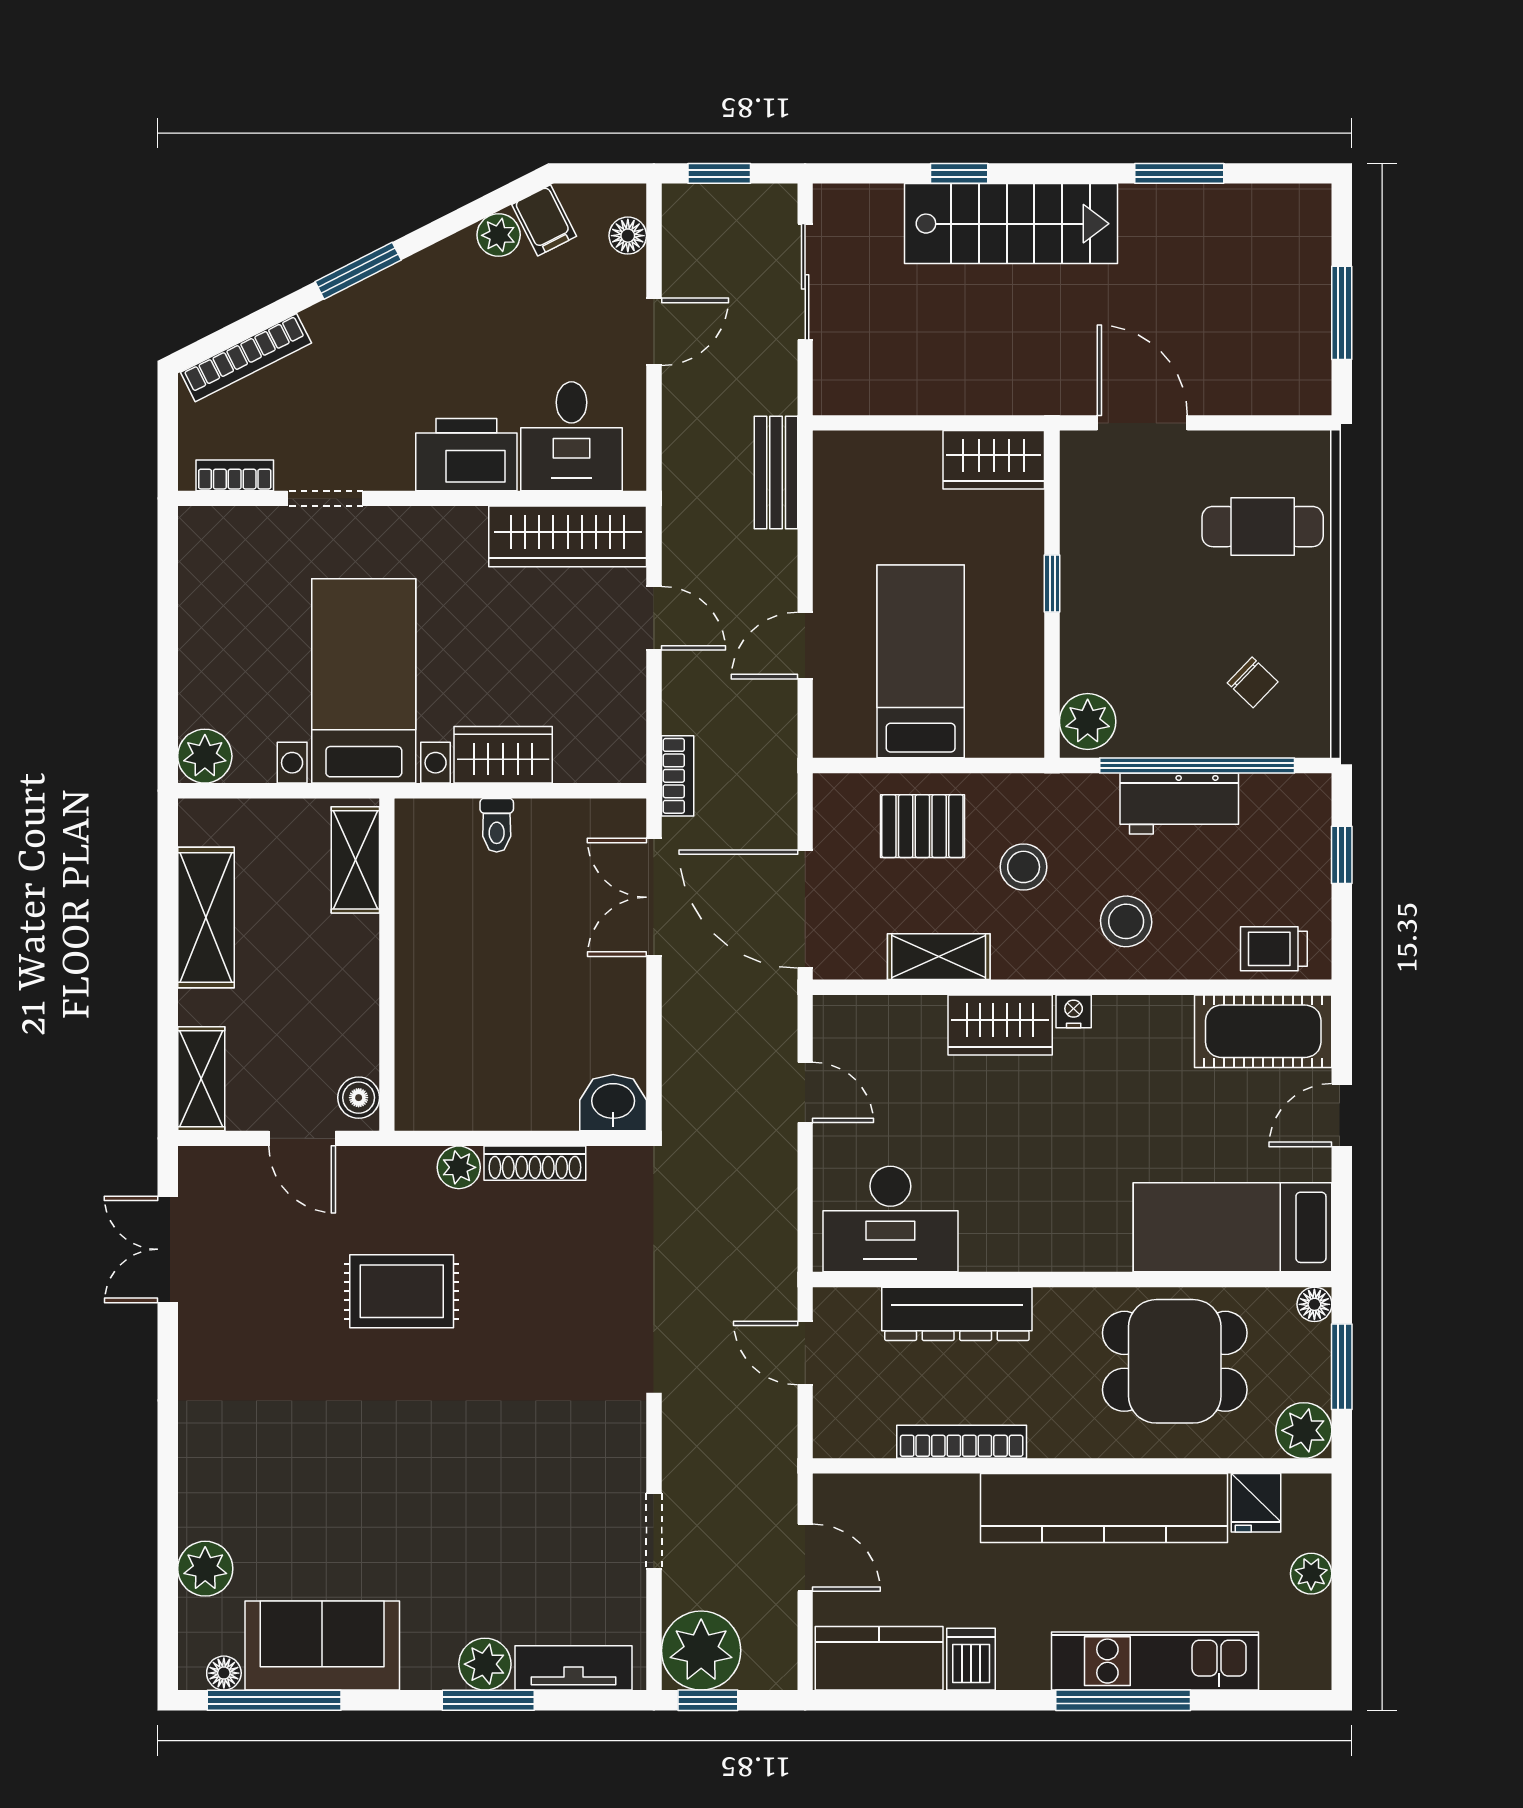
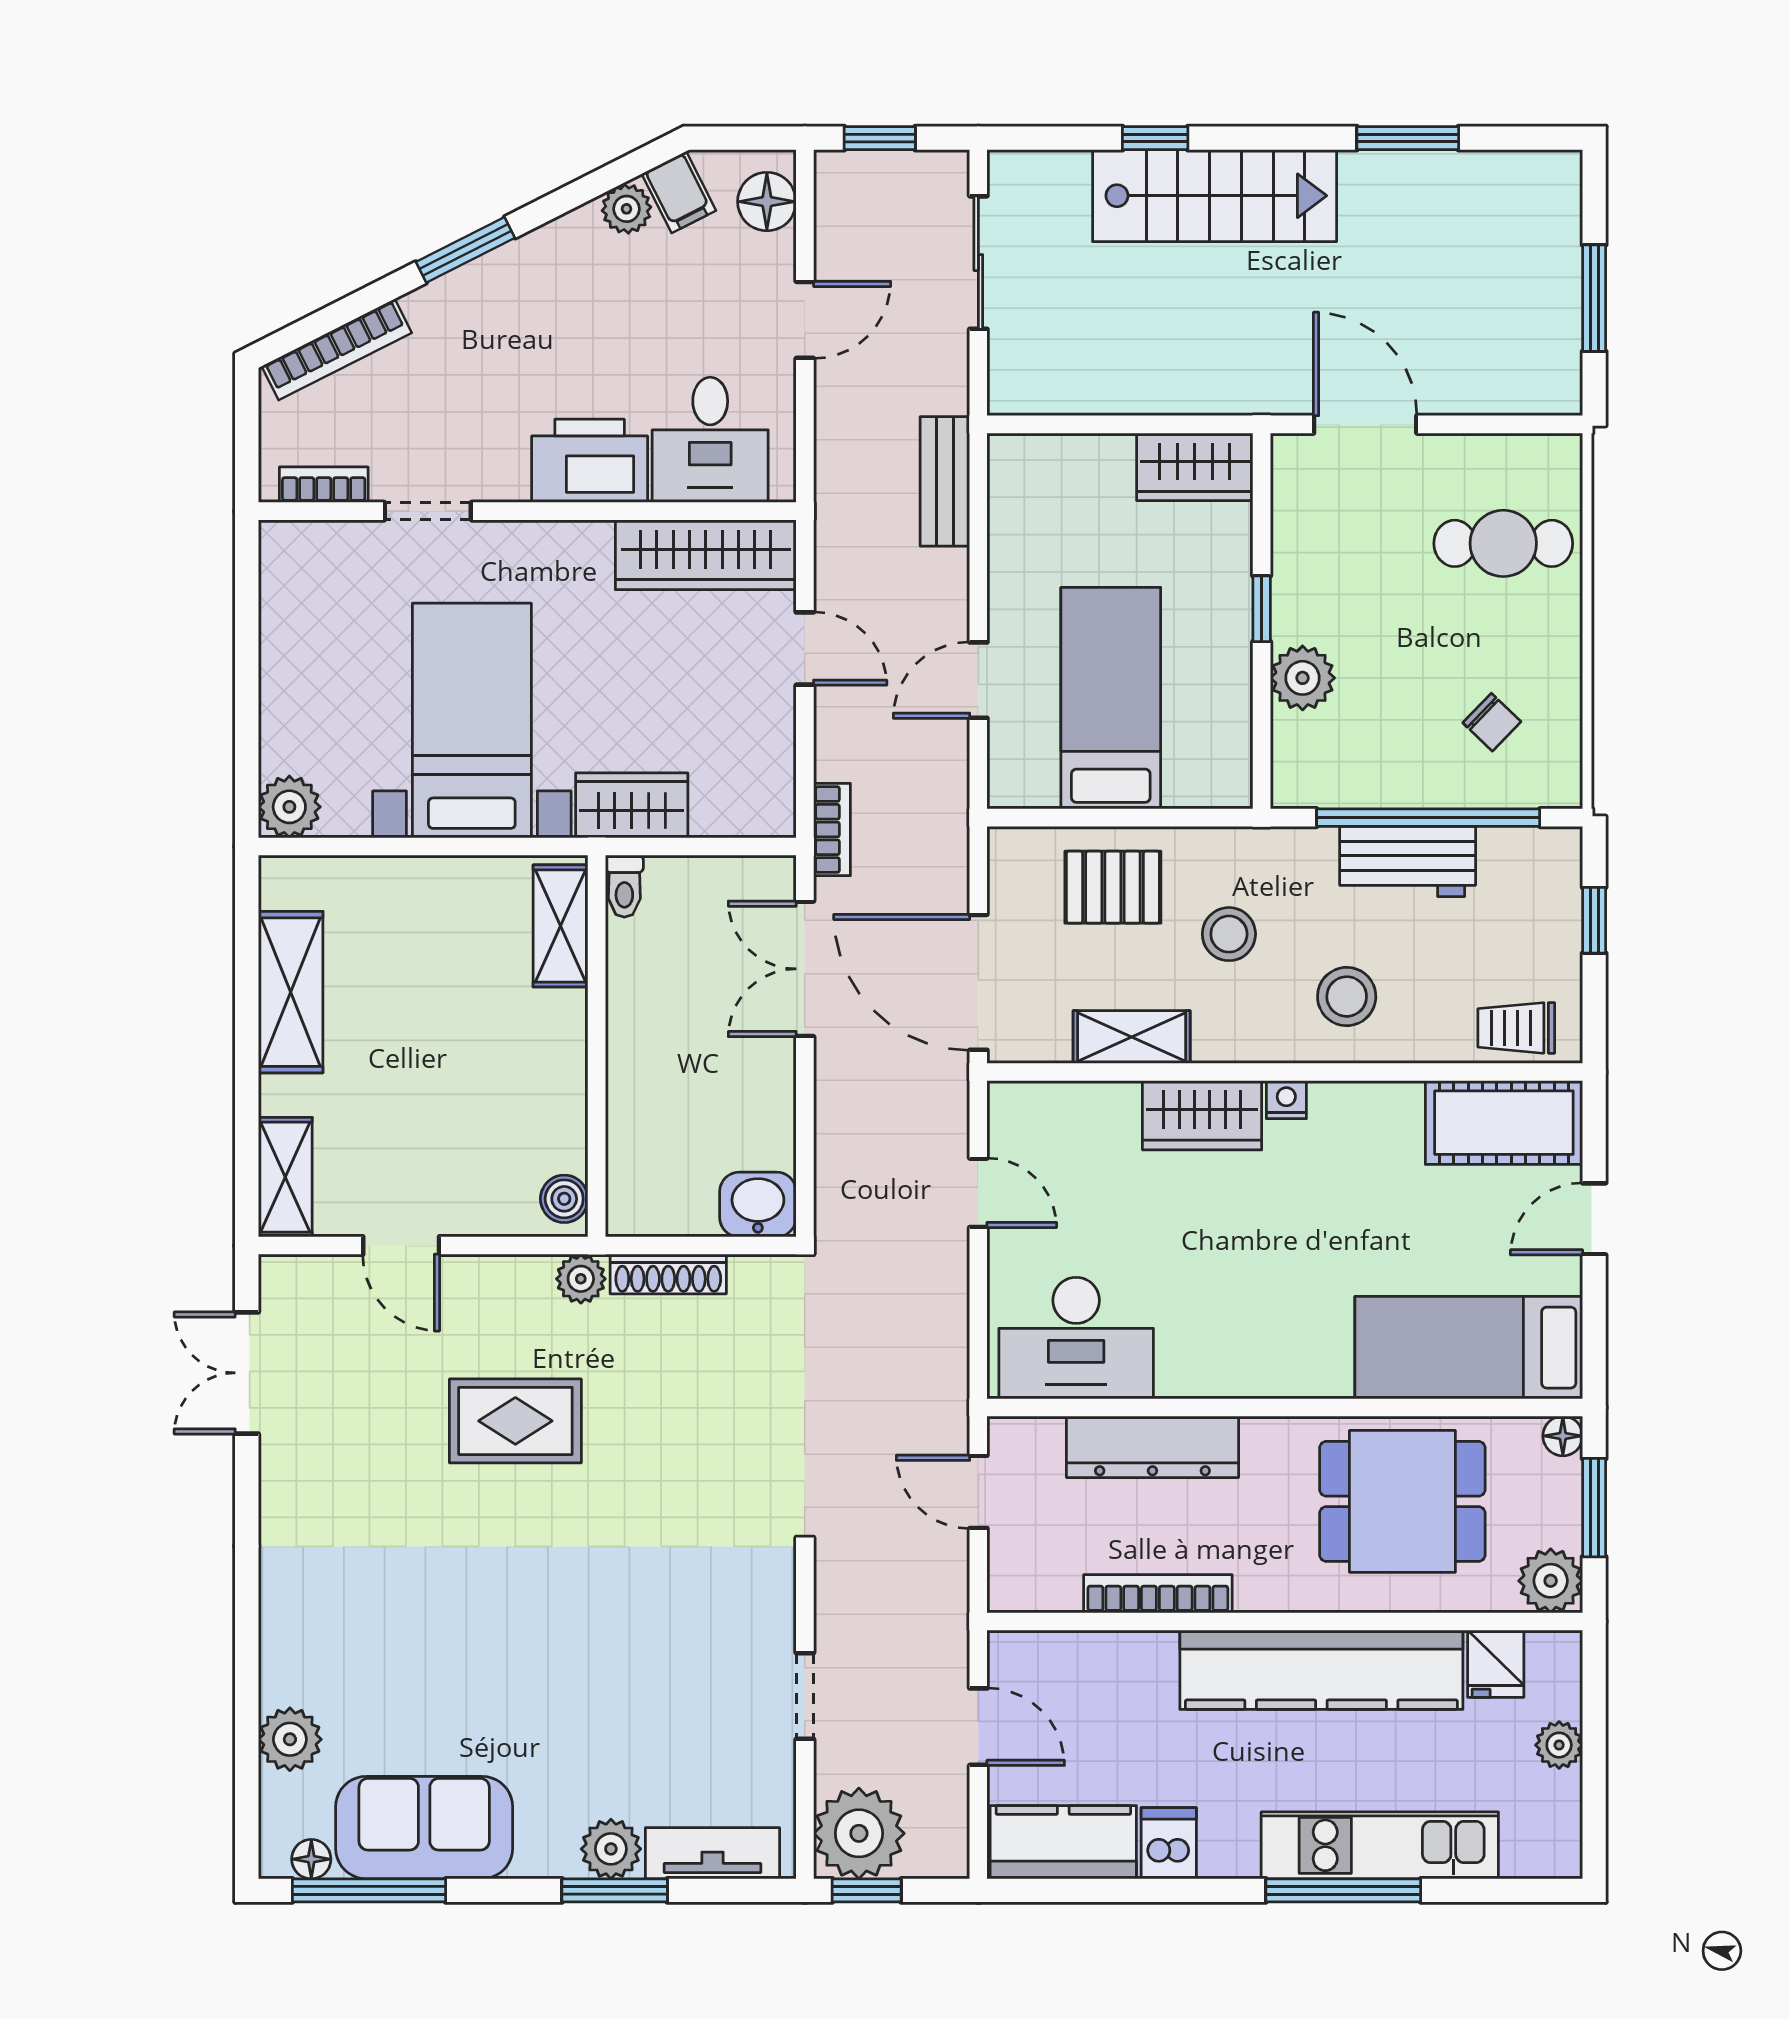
floor lamp: (628, 236) -> (767, 202), width x1.37, depth x1.37
plant: (1088, 722) -> (1303, 678), moved
shelving: (355, 860) -> (561, 926), moved
wall: (387, 965) -> (597, 1046), moved
boiler: (359, 1098) -> (564, 1199), moved

